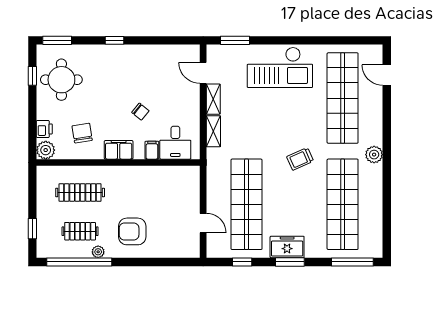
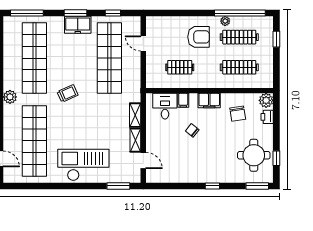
clothes rail: (156, 192) -> (180, 67), added
clothes rail: (80, 231) -> (239, 37), width x1.36

